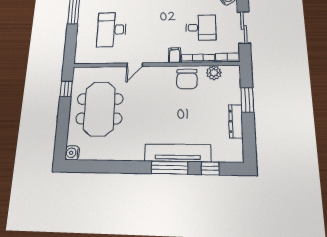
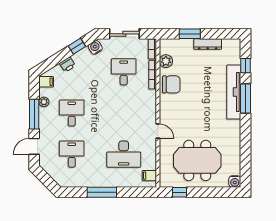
filing cabinet: (175, 55) -> (149, 176), moved

